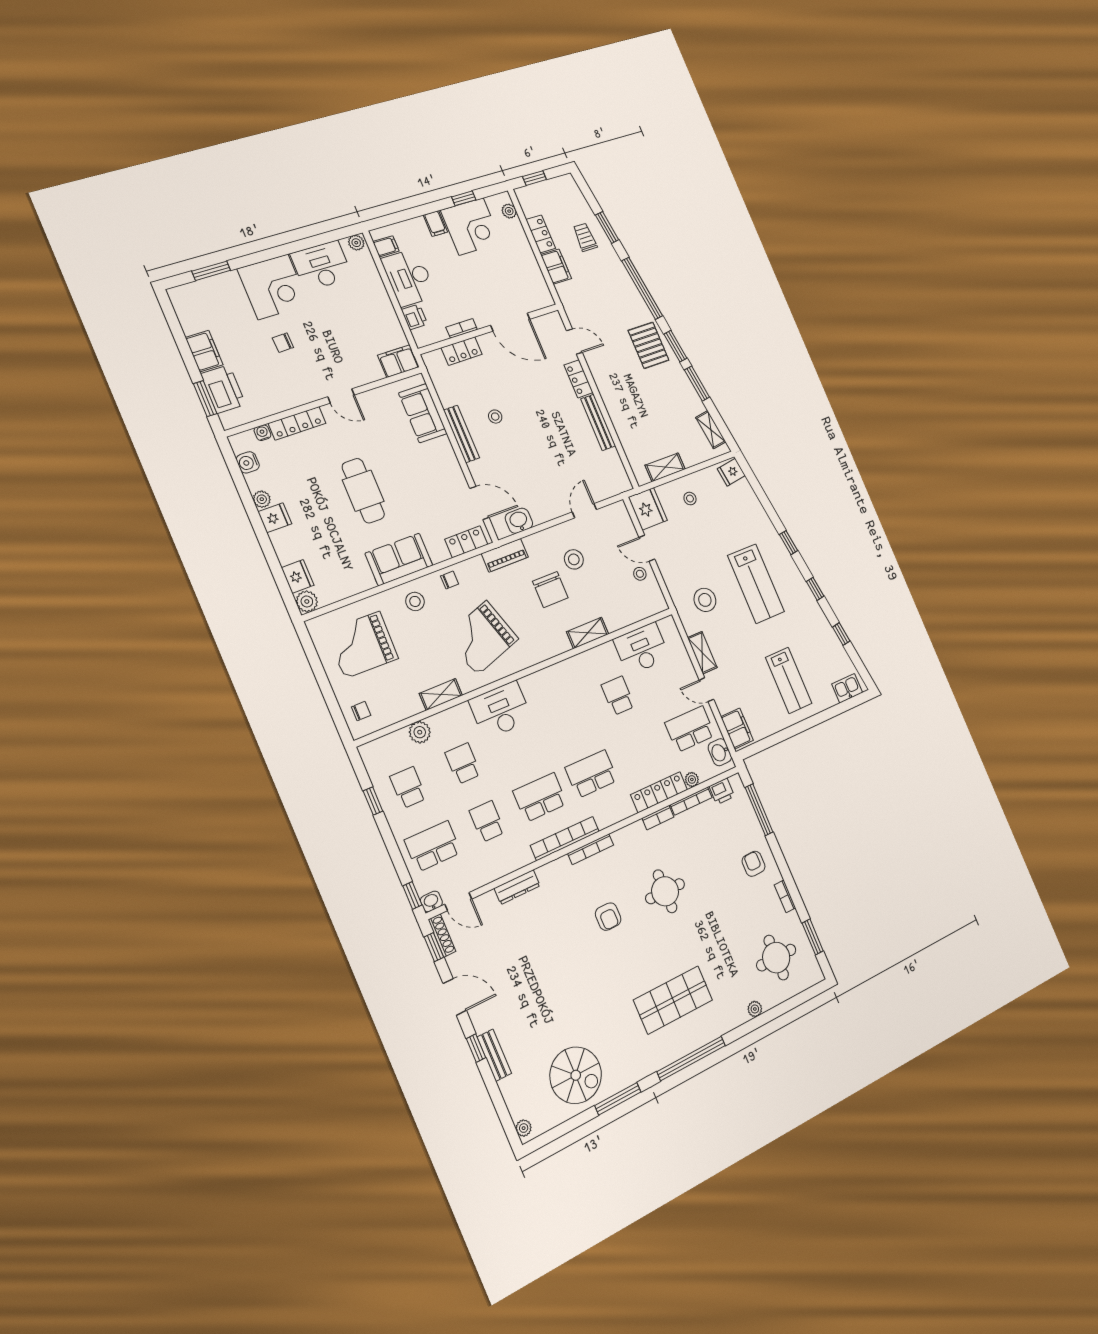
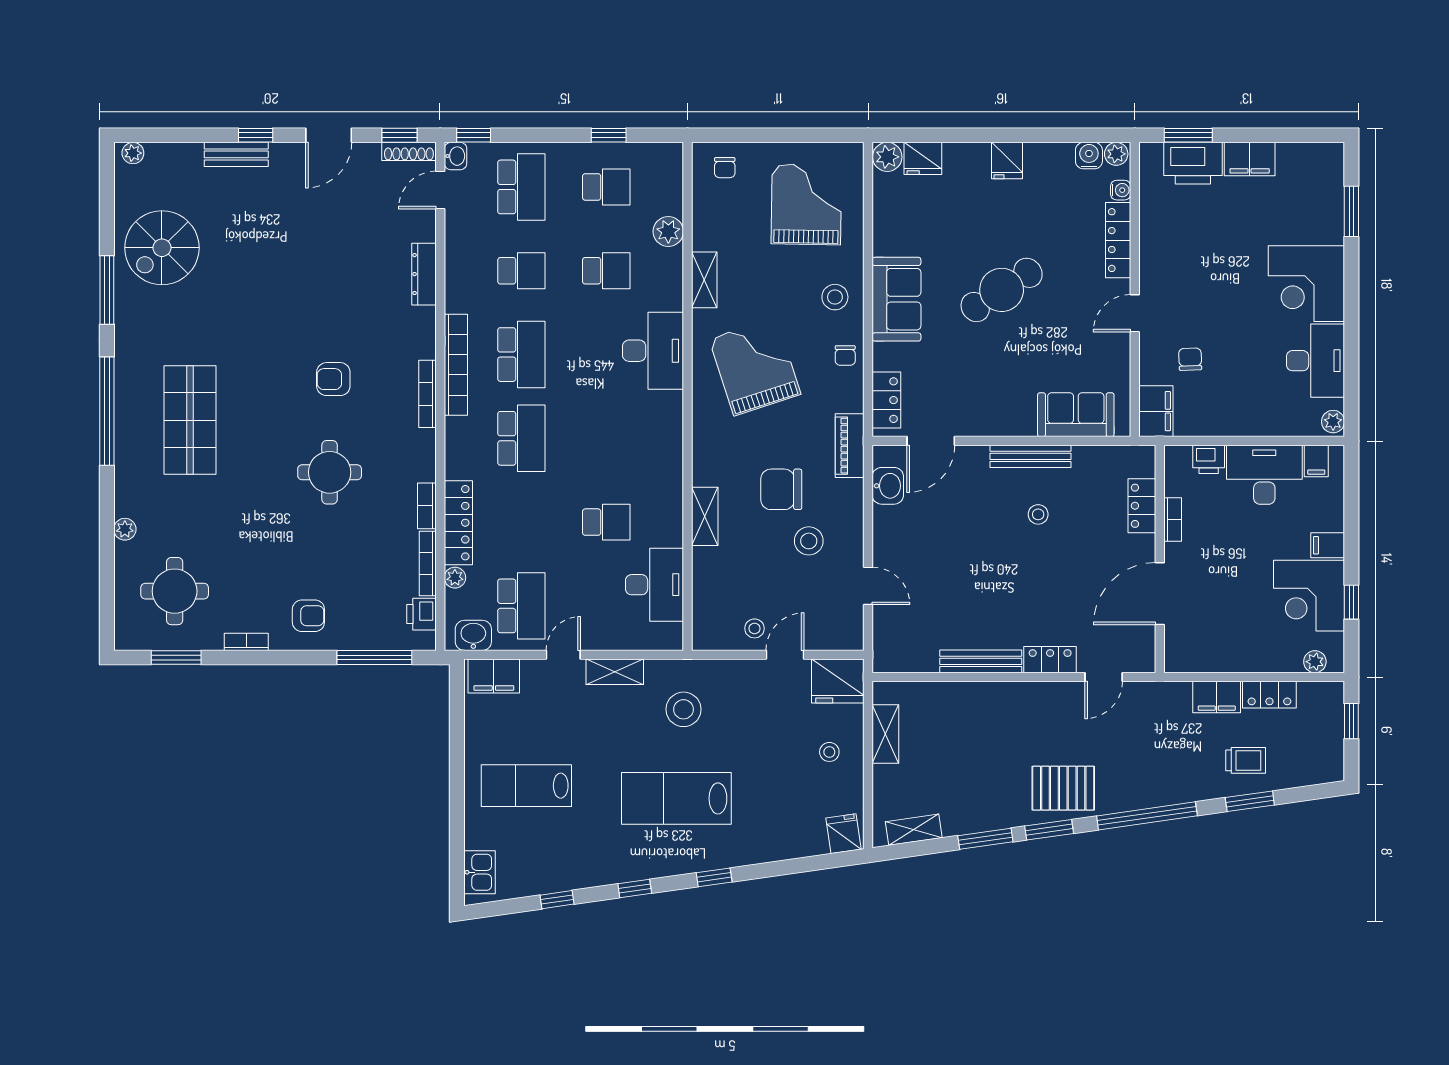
chair: (283, 343) -> (1190, 359), moved
cafe table: (363, 491) -> (1002, 290), turned -33
plant: (262, 499) -> (1116, 154), moved

